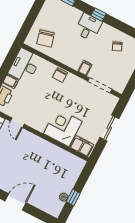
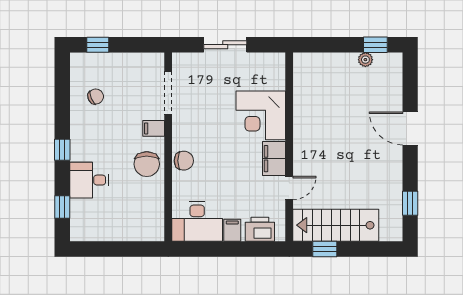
desk: (88, 27) -> (89, 180), moved
chair: (46, 38) -> (147, 164), moved, turned 104
filing cabinet: (82, 146) -> (274, 159), moved
window: (73, 198) -> (375, 45), moved

